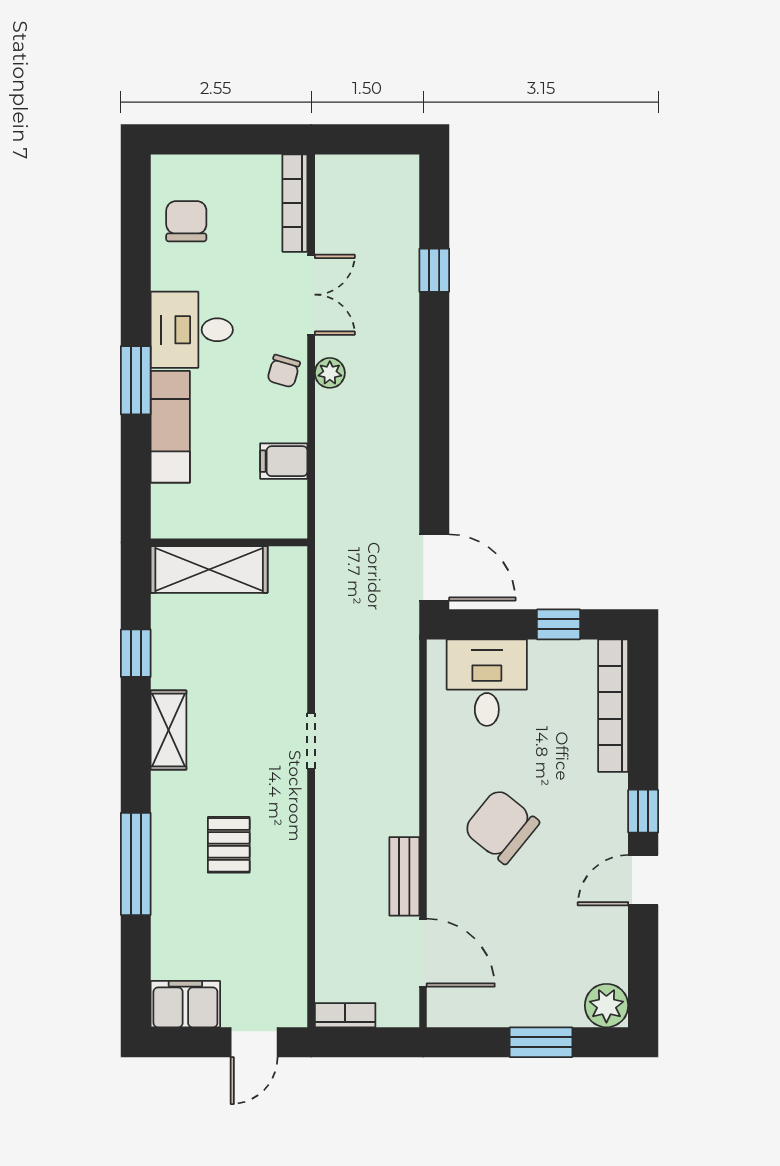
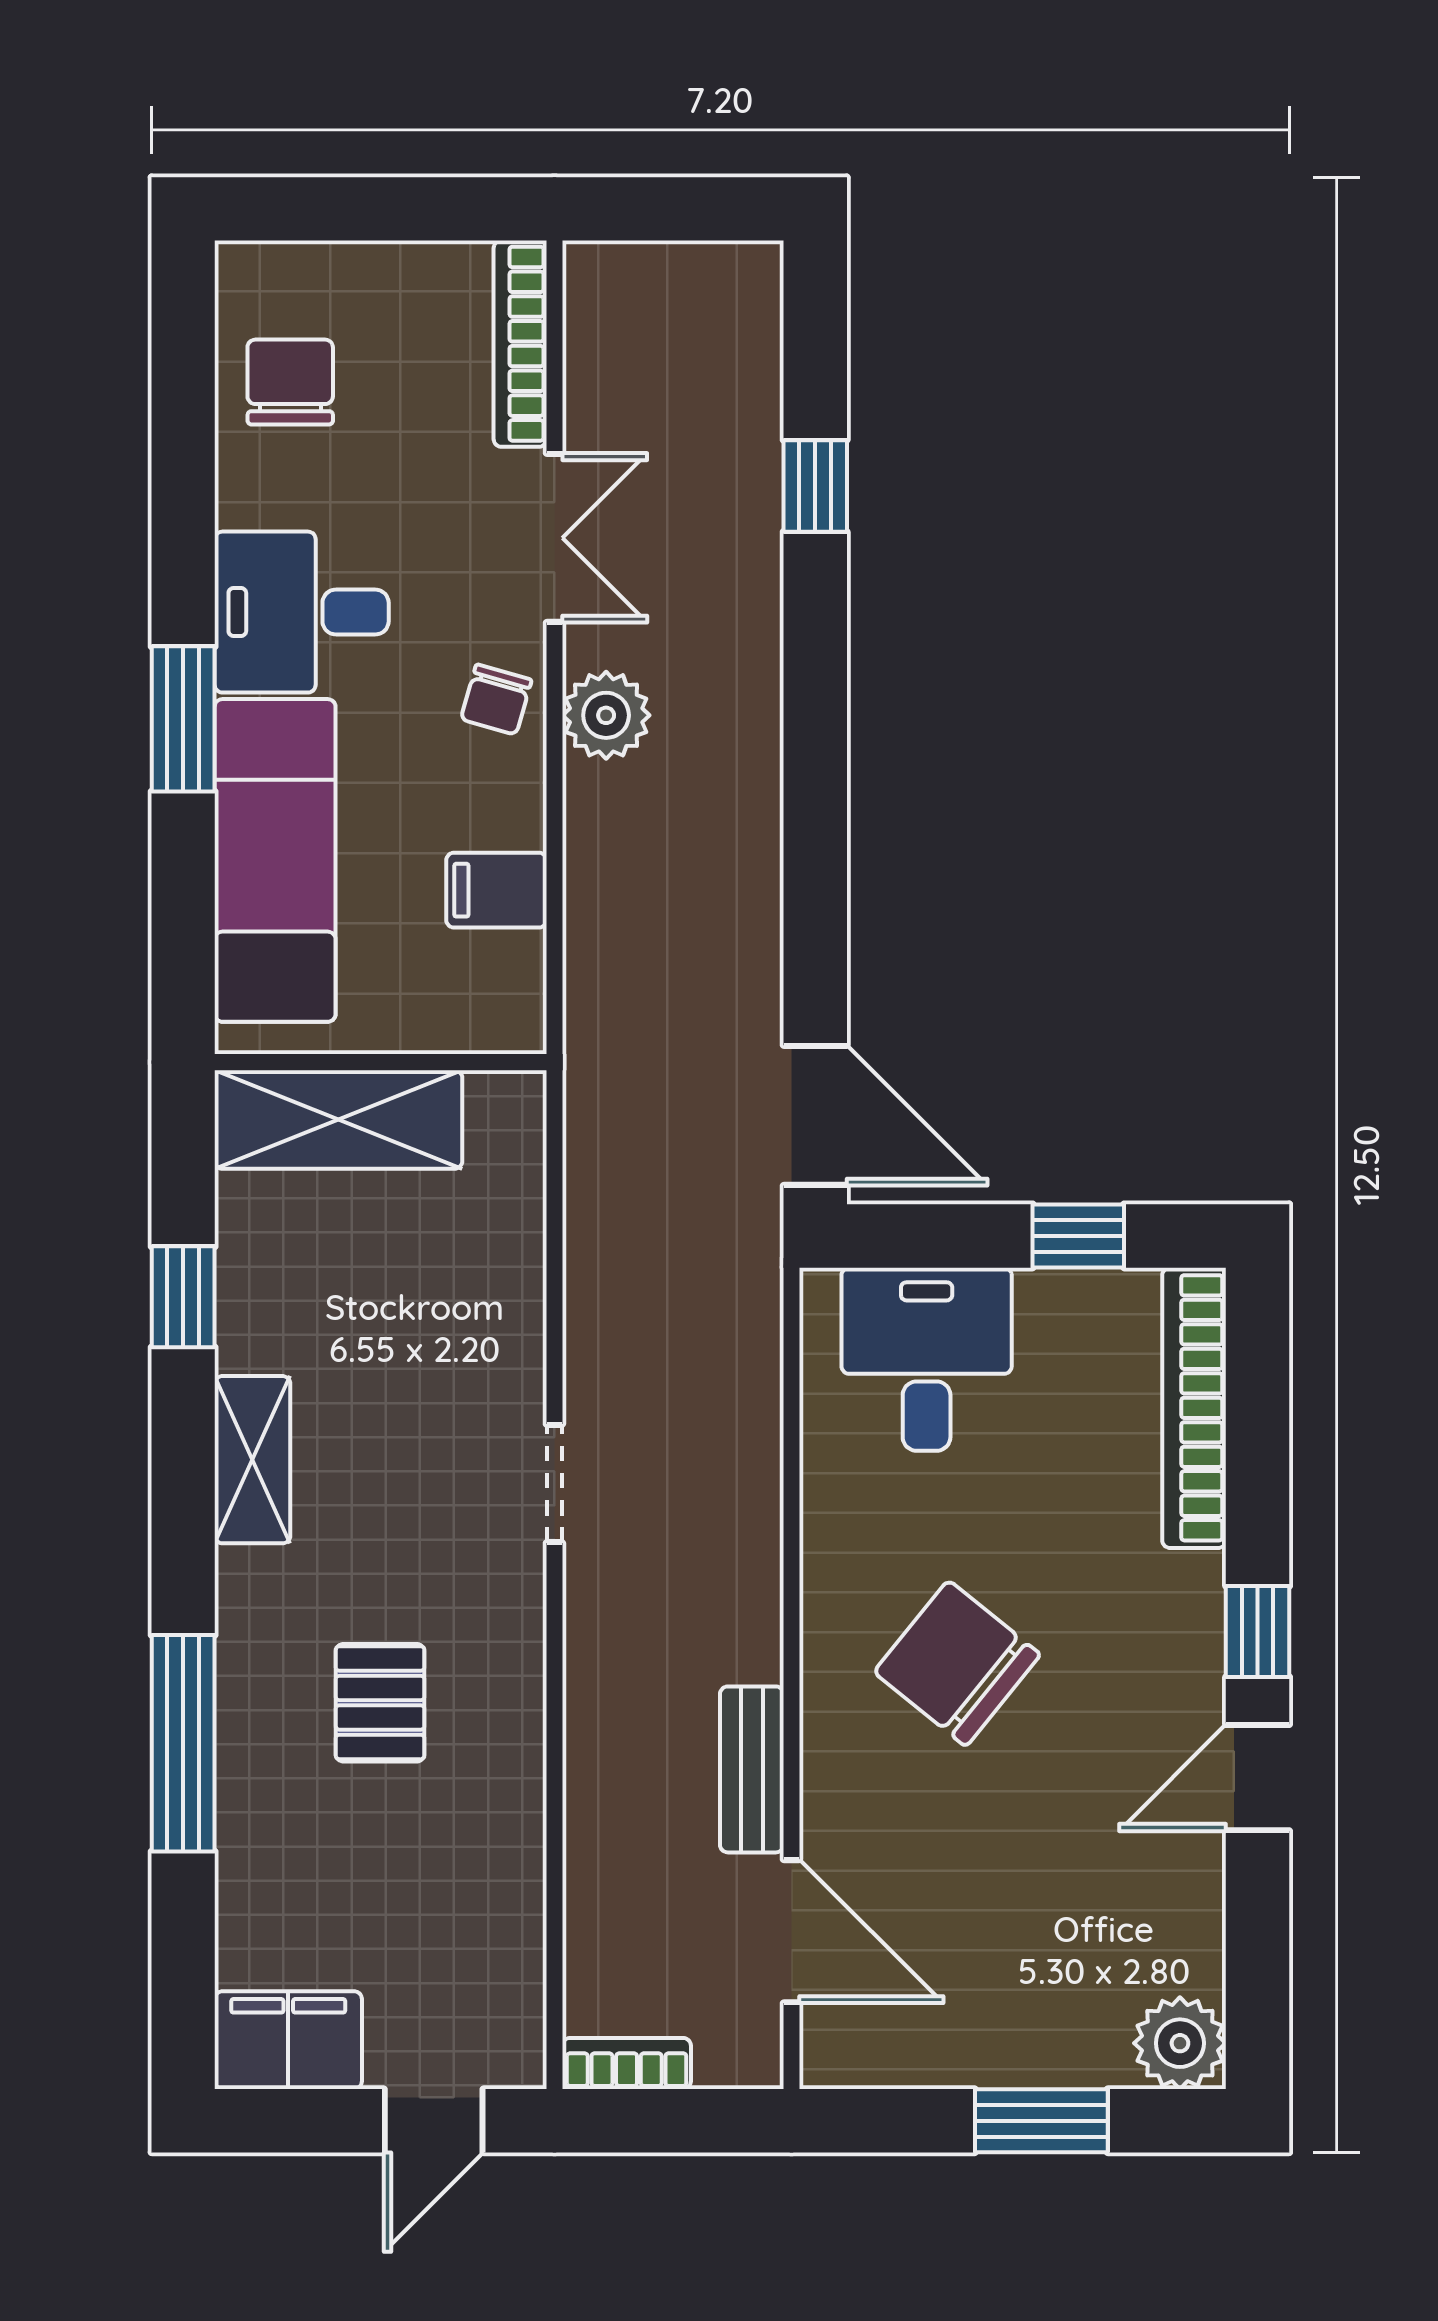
plant: (330, 373) -> (606, 715), width x1.38, depth x1.38
exam couch: (170, 427) -> (275, 860), width x1.36, depth x1.45

